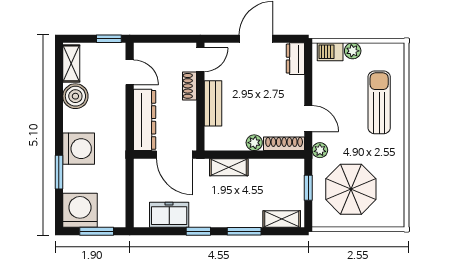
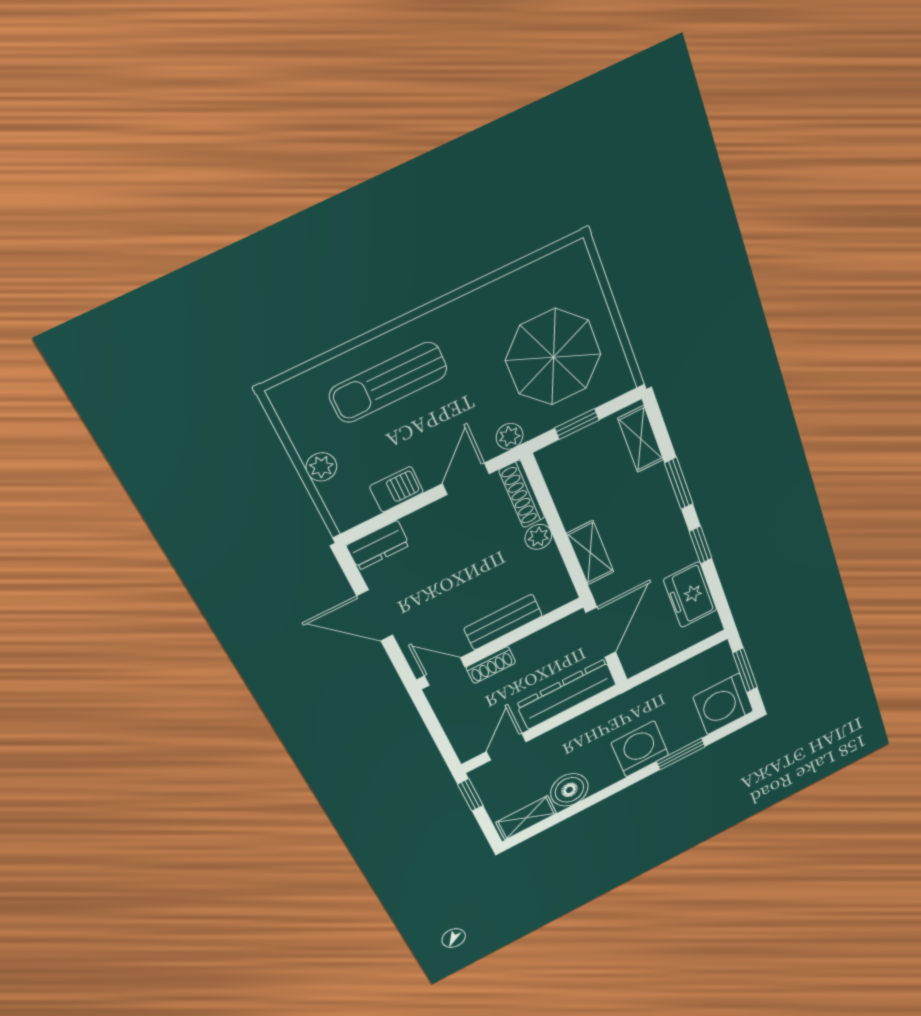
barbecue: (330, 52) -> (397, 489), moved, turned -90

